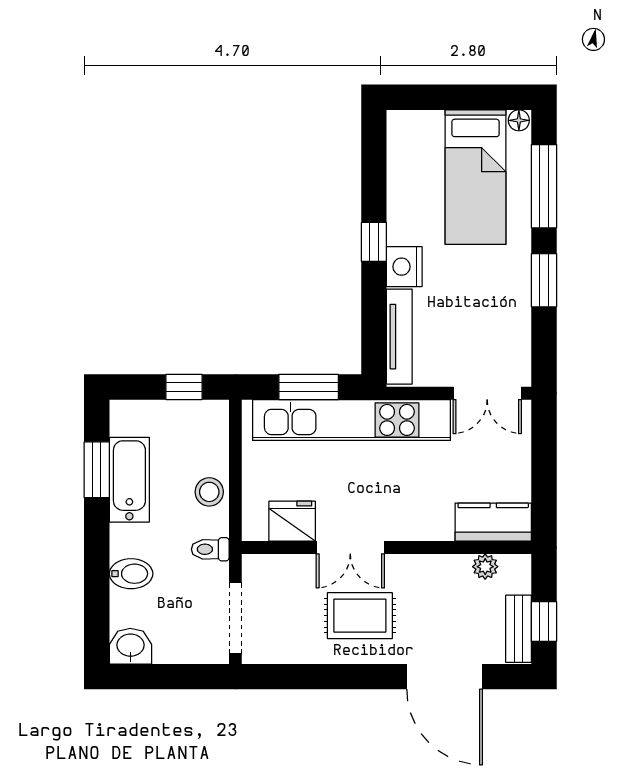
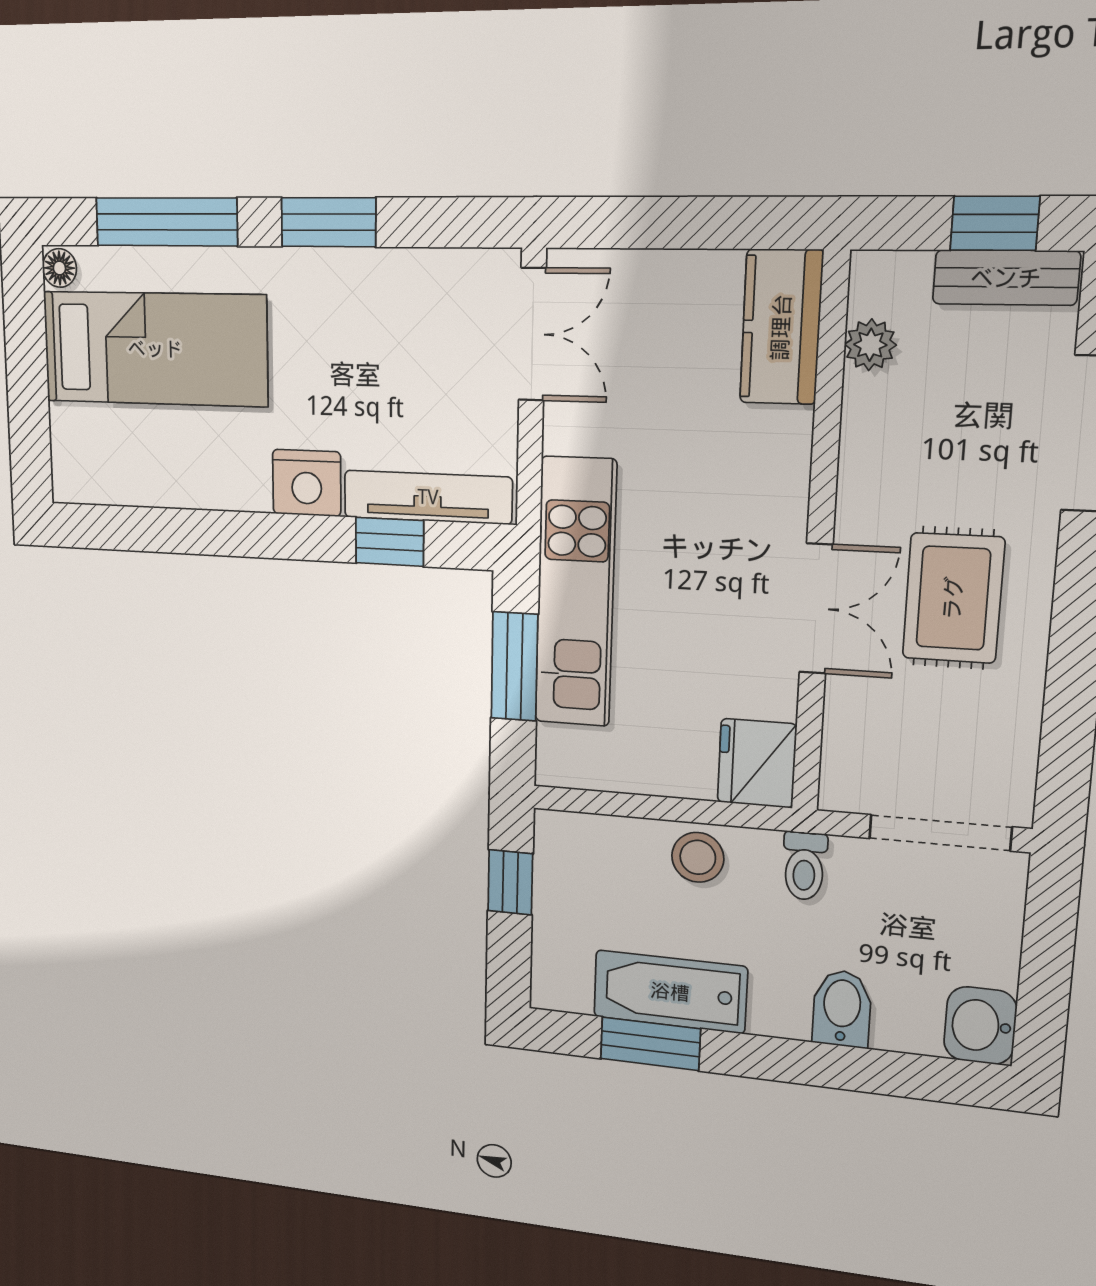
window: (374, 242) -> (390, 542), moved
kitchen unit: (351, 420) -> (575, 593), width x0.73
fridge: (292, 521) -> (757, 763), moved

